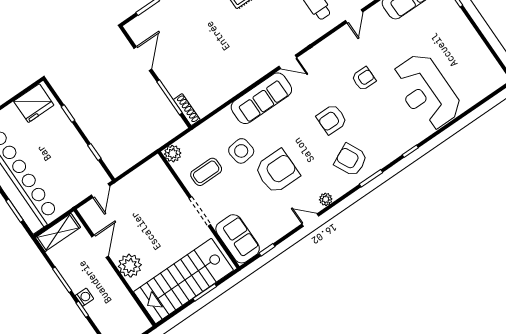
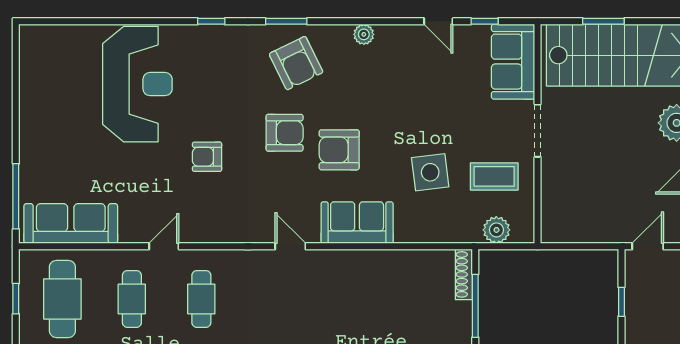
sofa: (261, 98) -> (357, 223), width x0.73
plant: (173, 154) -> (496, 230), moved
armchair: (277, 171) -> (339, 150), moved, width x0.73, depth x0.73
door: (310, 220) -> (438, 21), moved

